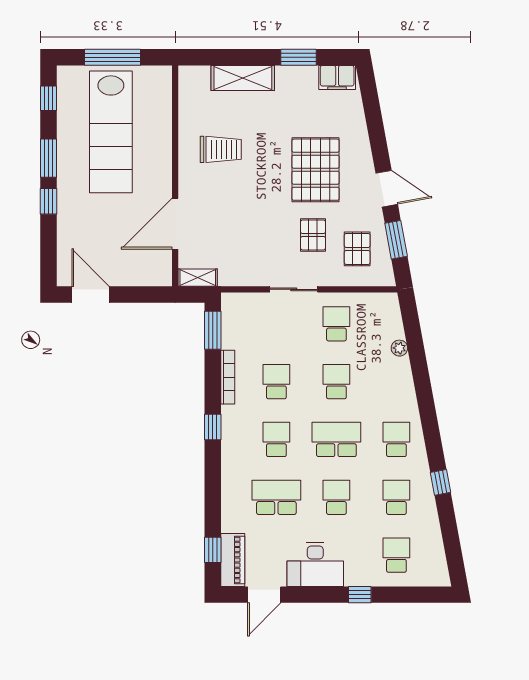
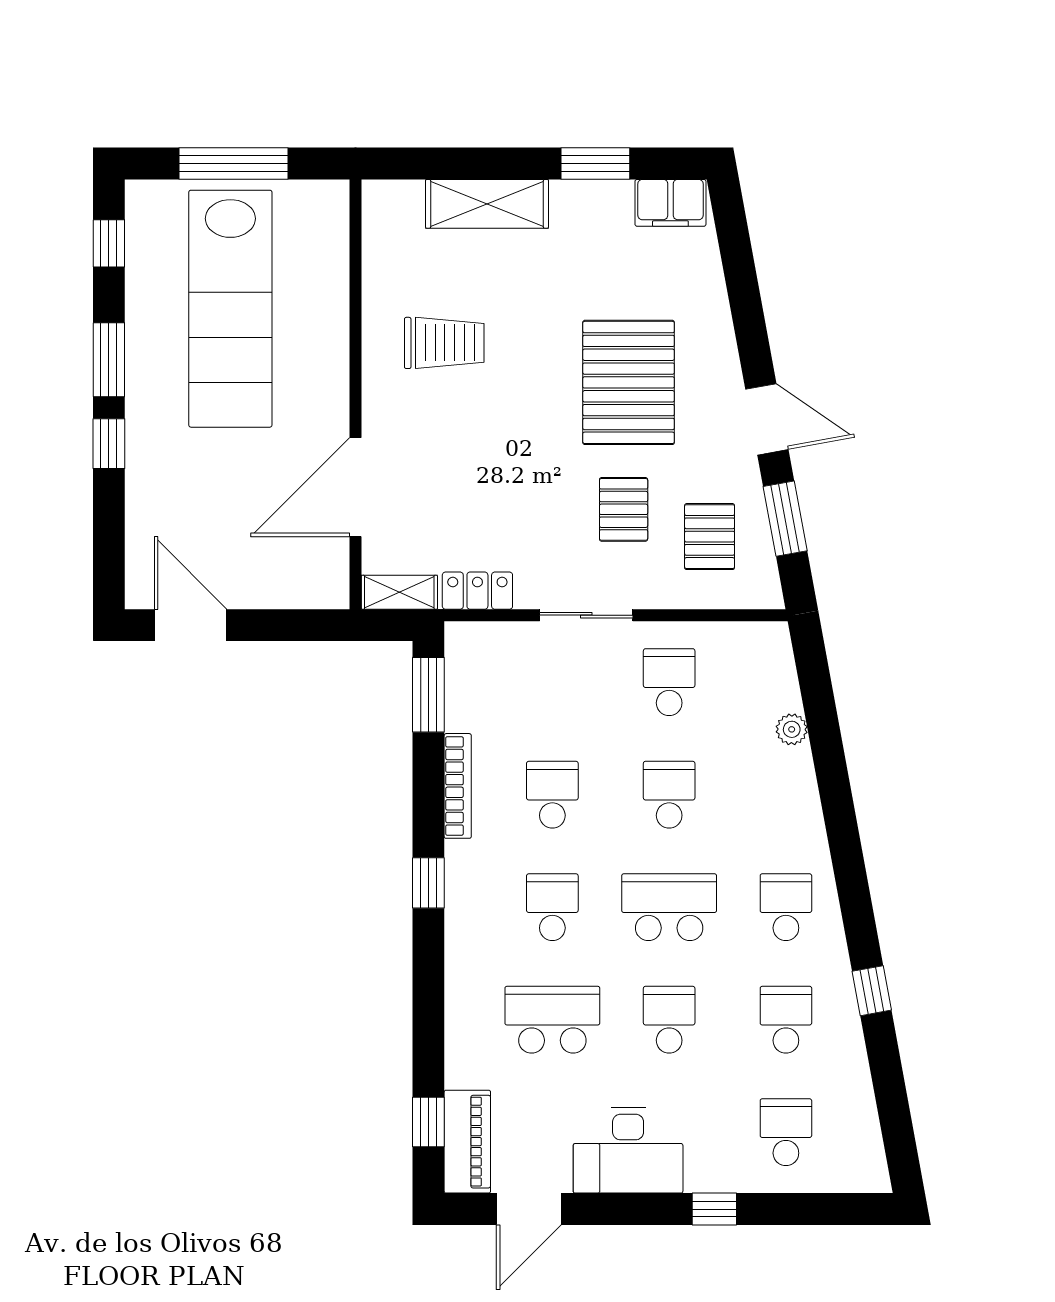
locker: (238, 277) -> (477, 591), added

